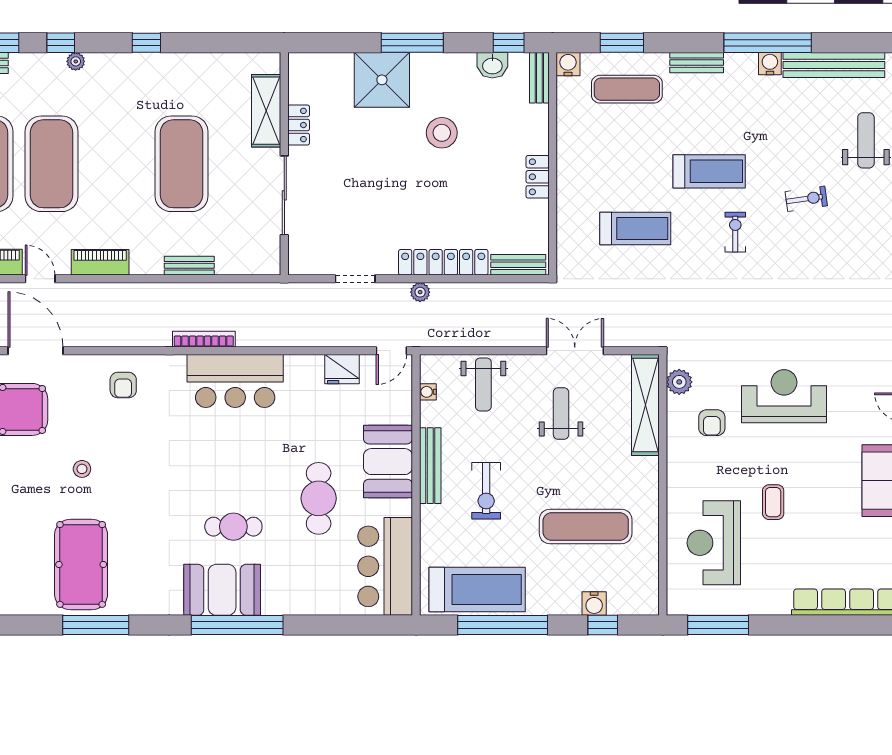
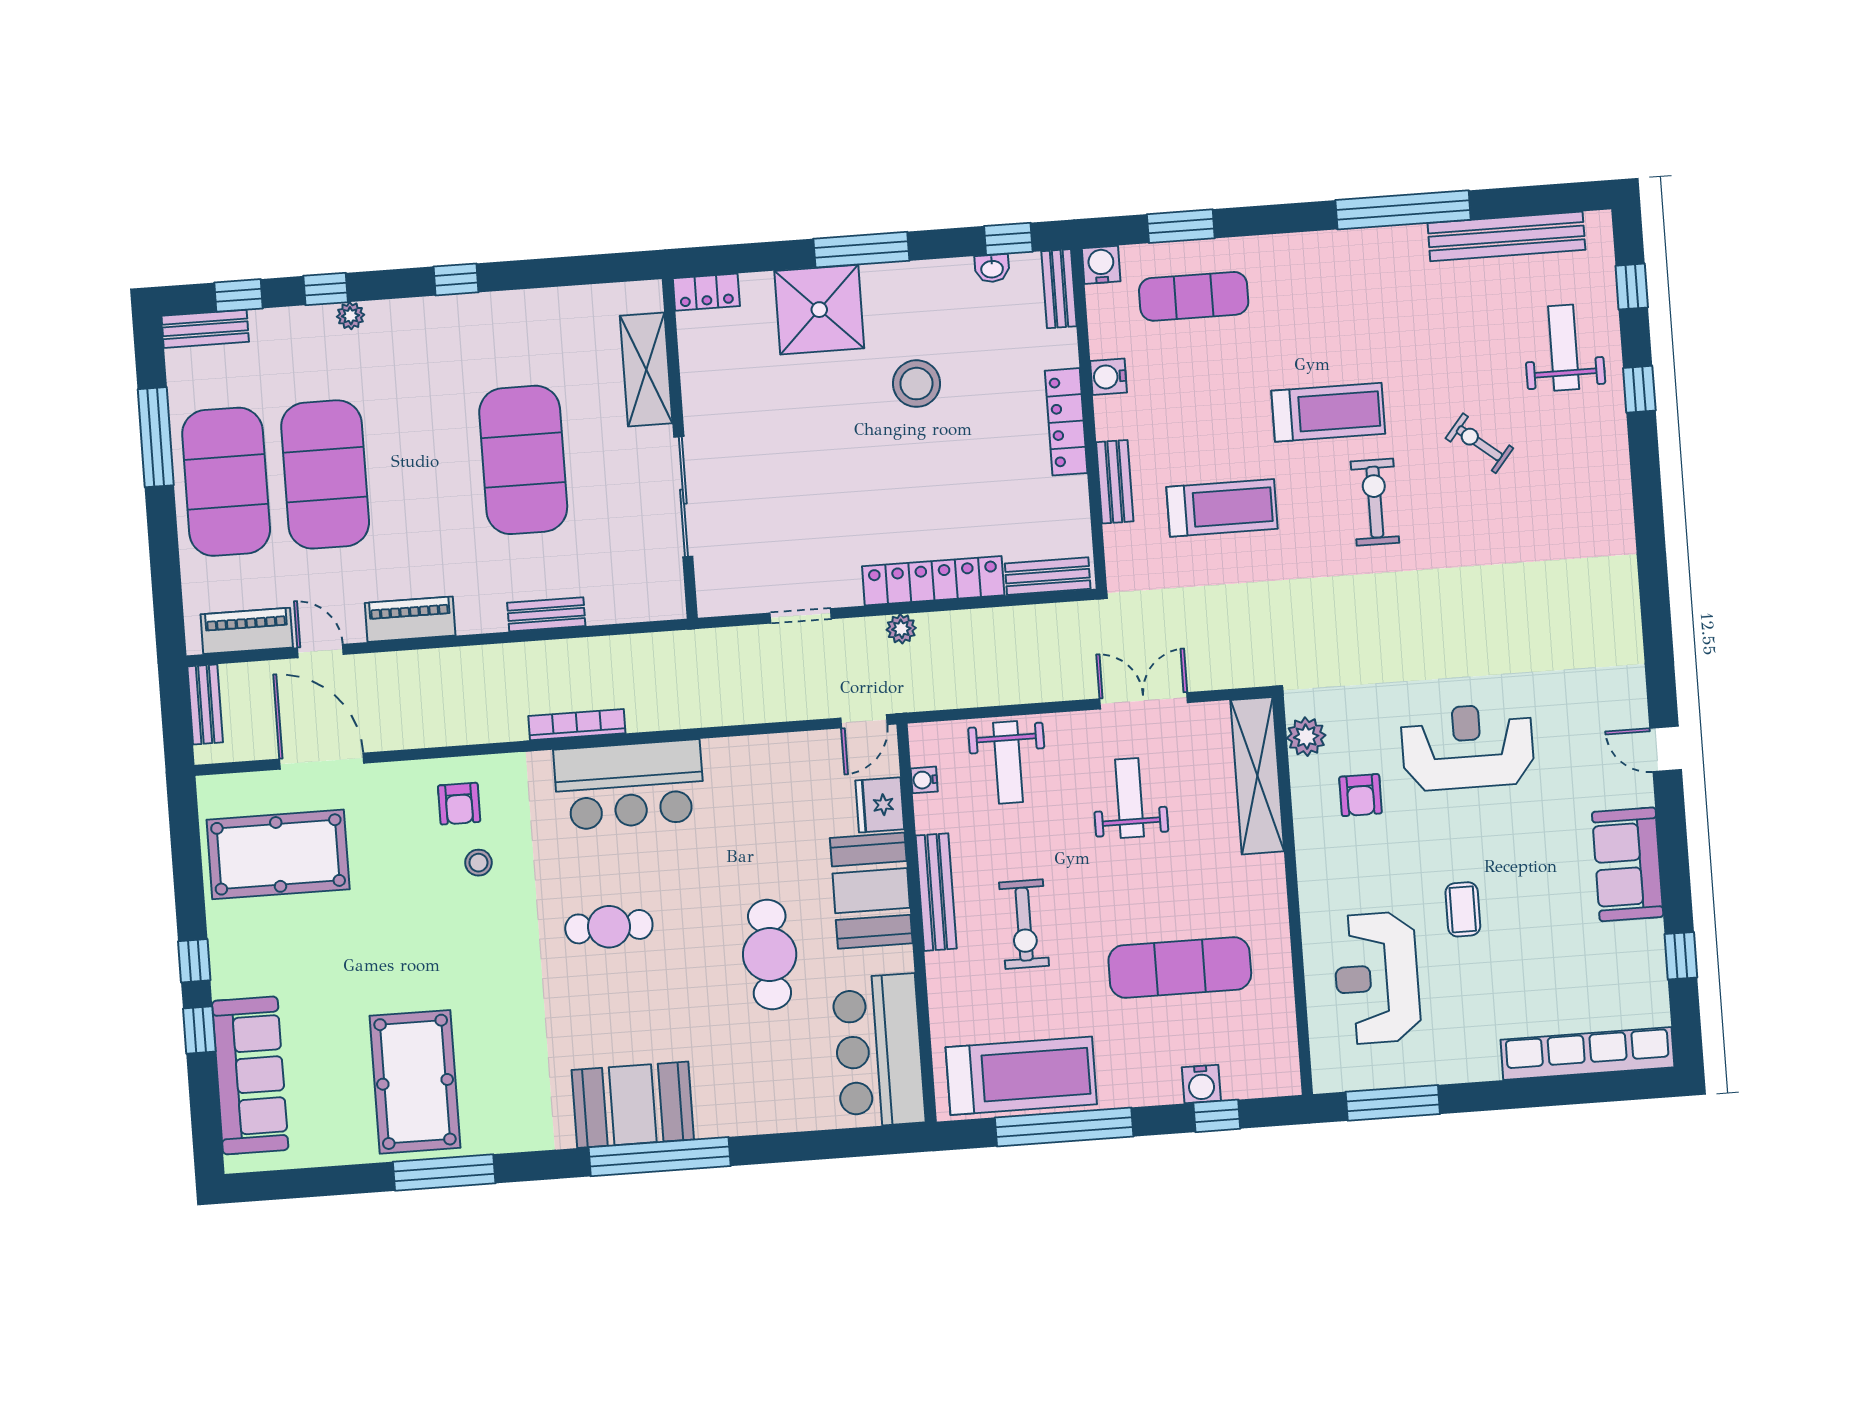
bench: (697, 63) -> (1115, 482), moved, turned 90
water cooler: (770, 64) -> (1108, 377), moved, turned -90
washbasin: (492, 65) -> (992, 268), width x0.72, depth x0.69
locker: (299, 125) -> (706, 292), moved, turned 90
locker: (538, 177) -> (1066, 422), width x1.53
exercise bike: (806, 199) -> (1479, 443), turned -133
exercise bike: (735, 232) -> (1375, 502), width x1.38, depth x1.39
fridge: (342, 369) -> (880, 805), moved, turned 90
stool: (82, 469) -> (478, 863), moved
cafe table: (233, 527) -> (609, 927), moved

